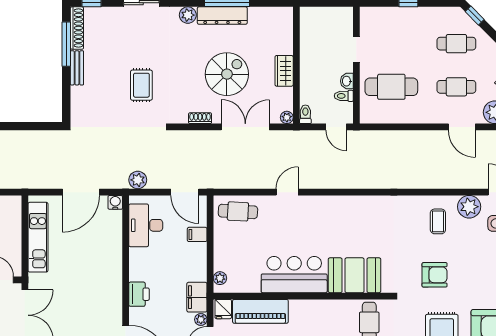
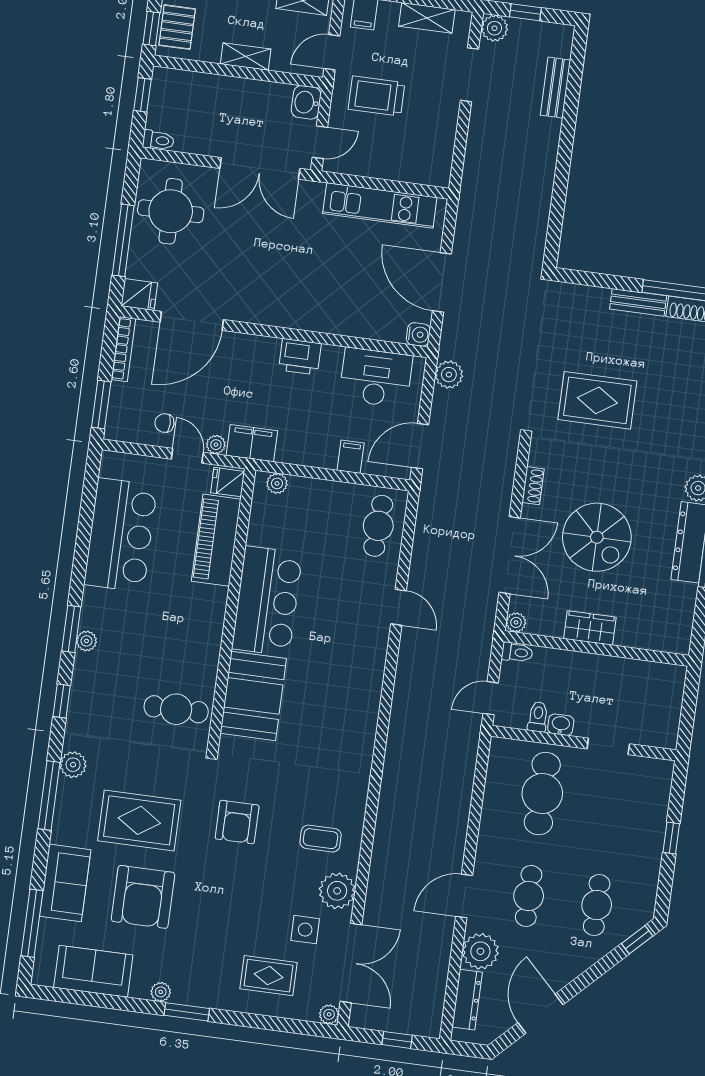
rug: (141, 85) -> (597, 400), width x1.36, depth x1.43
printer: (139, 294) -> (300, 357), moved

